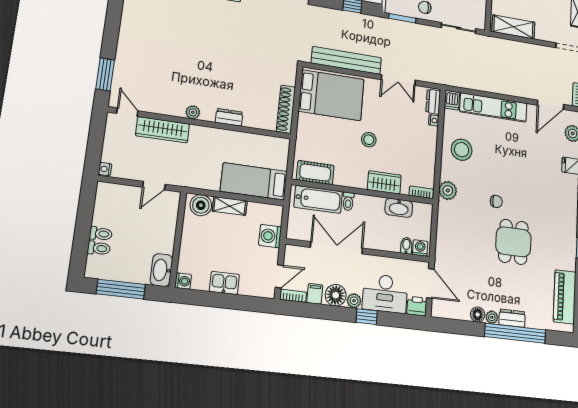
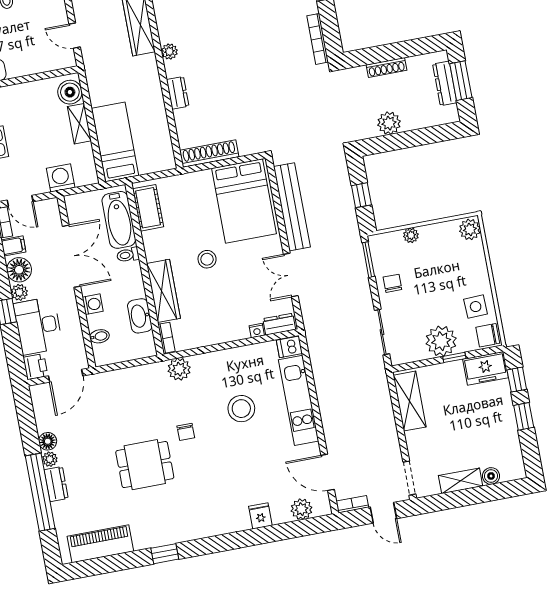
stool: (462, 150) -> (241, 409), moved
wardrobe: (384, 182) -> (163, 291), width x1.50
washing machine: (420, 248) -> (93, 304), moved

